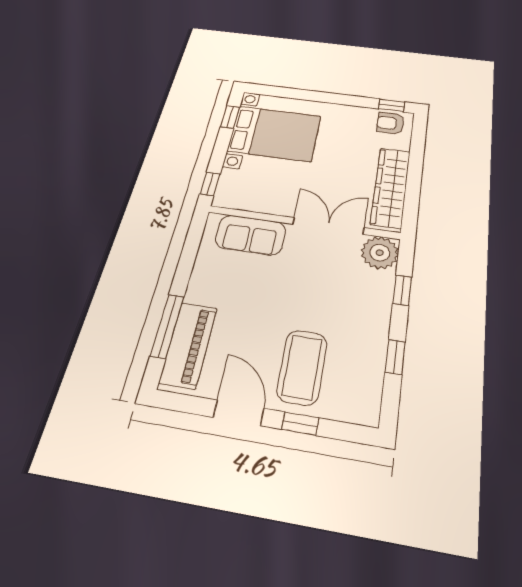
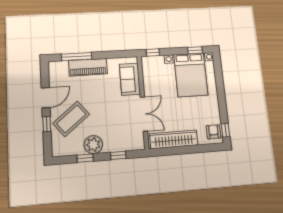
plant: (380, 253) -> (93, 145), moved
piano: (189, 345) -> (88, 67), moved
coffee table: (302, 367) -> (71, 119), turned -39

